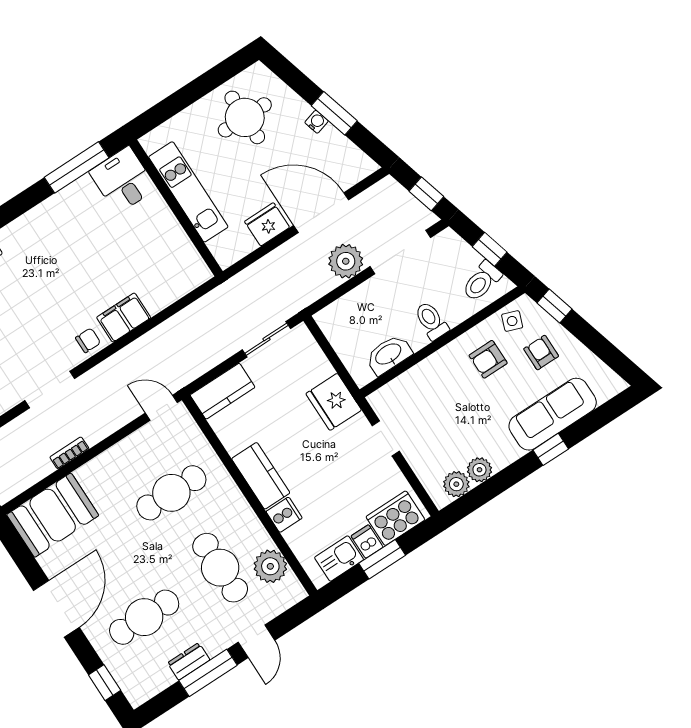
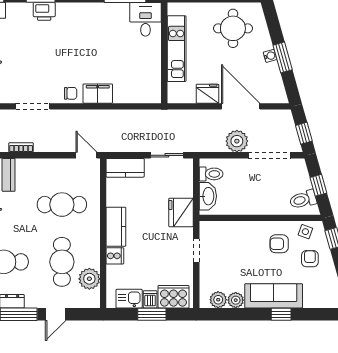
toilet: (431, 321) -> (211, 174), moved, turned 90
washbasin: (389, 355) -> (208, 196), moved, turned 90
sofa: (553, 414) -> (274, 296), moved

